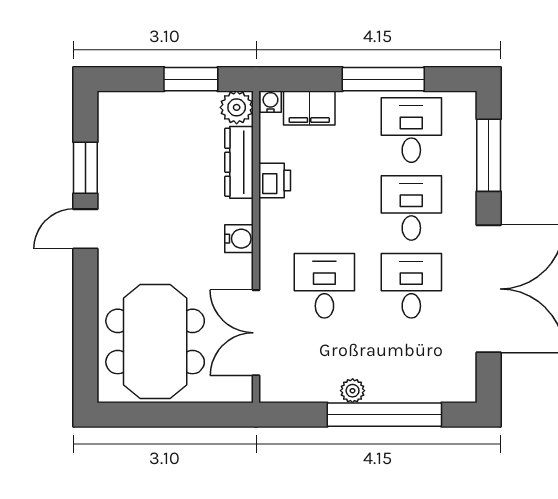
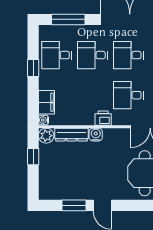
window: (191, 79) -> (33, 157), width x0.67
window: (383, 79) -> (33, 68), width x0.46
printer: (275, 180) -> (103, 118), moved
water cooler: (239, 239) -> (96, 135), moved

